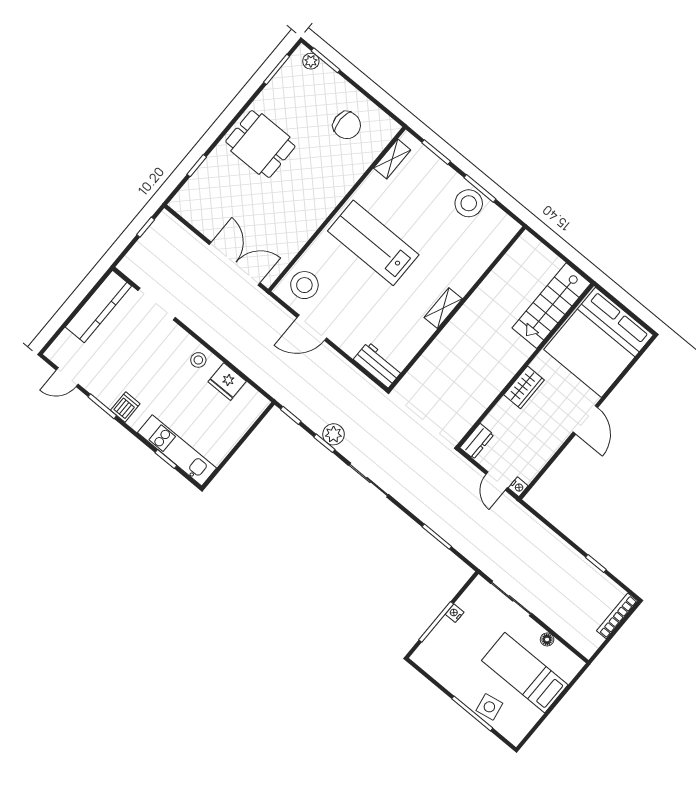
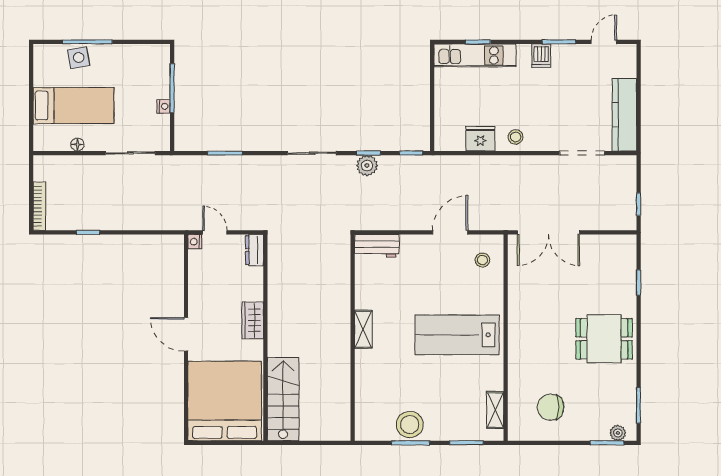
lab bench: (373, 243) -> (457, 335), turned 180
stool: (304, 285) -> (482, 260), width x0.53, depth x0.53

